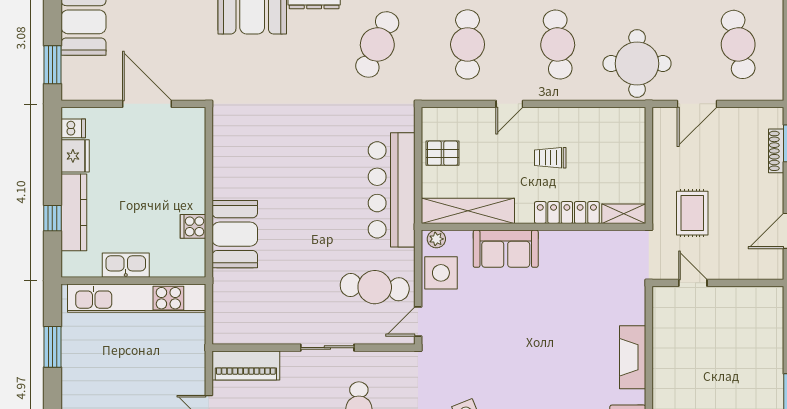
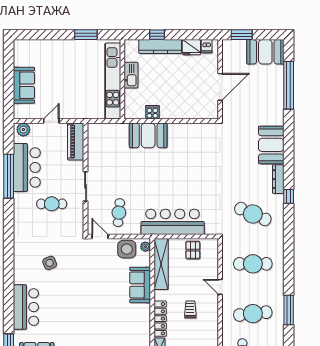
cafe table: (375, 287) -> (119, 213), width x0.73, depth x0.74

